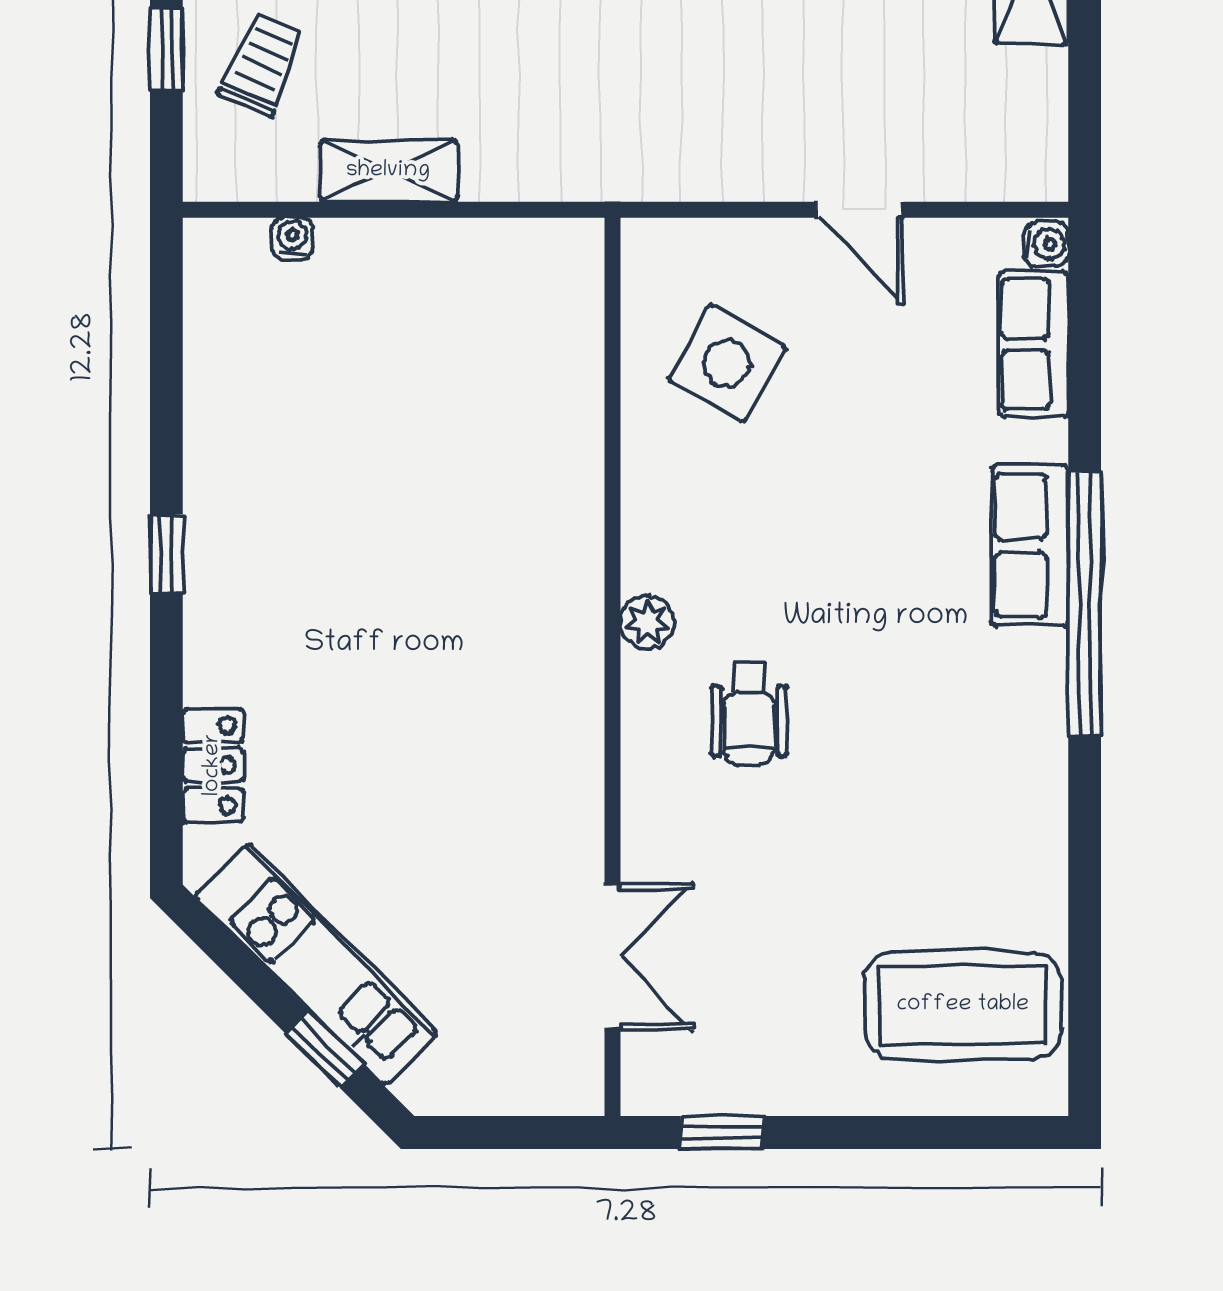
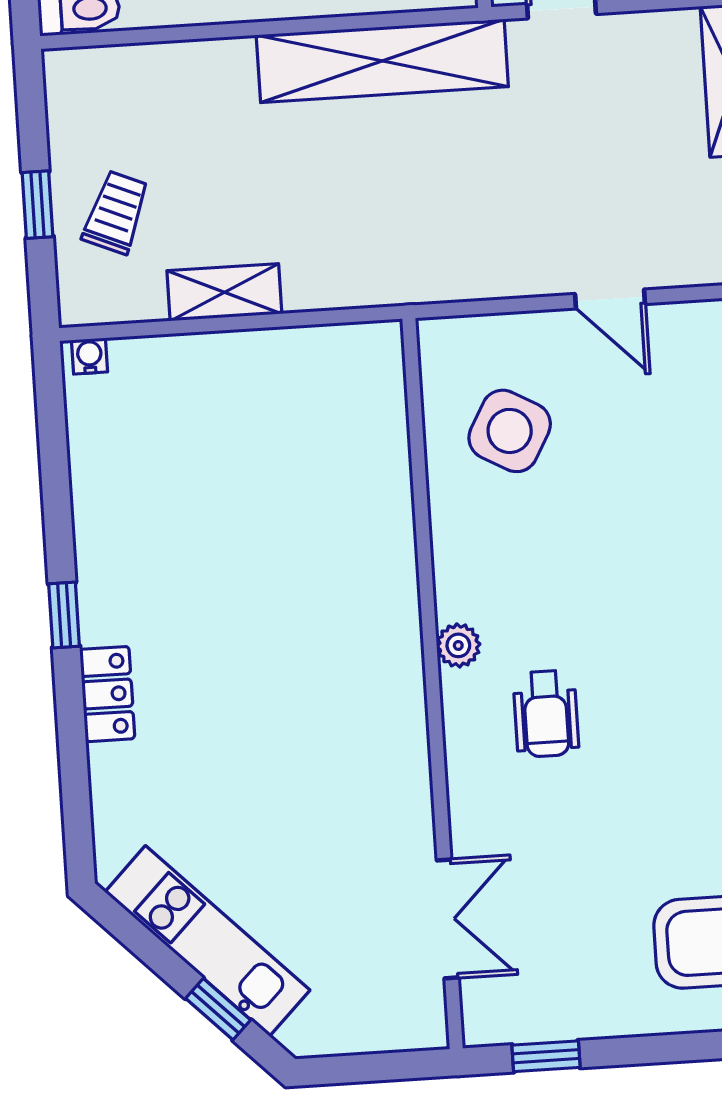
water cooler: (292, 238) -> (89, 356), moved
locker: (213, 765) -> (107, 694), moved

